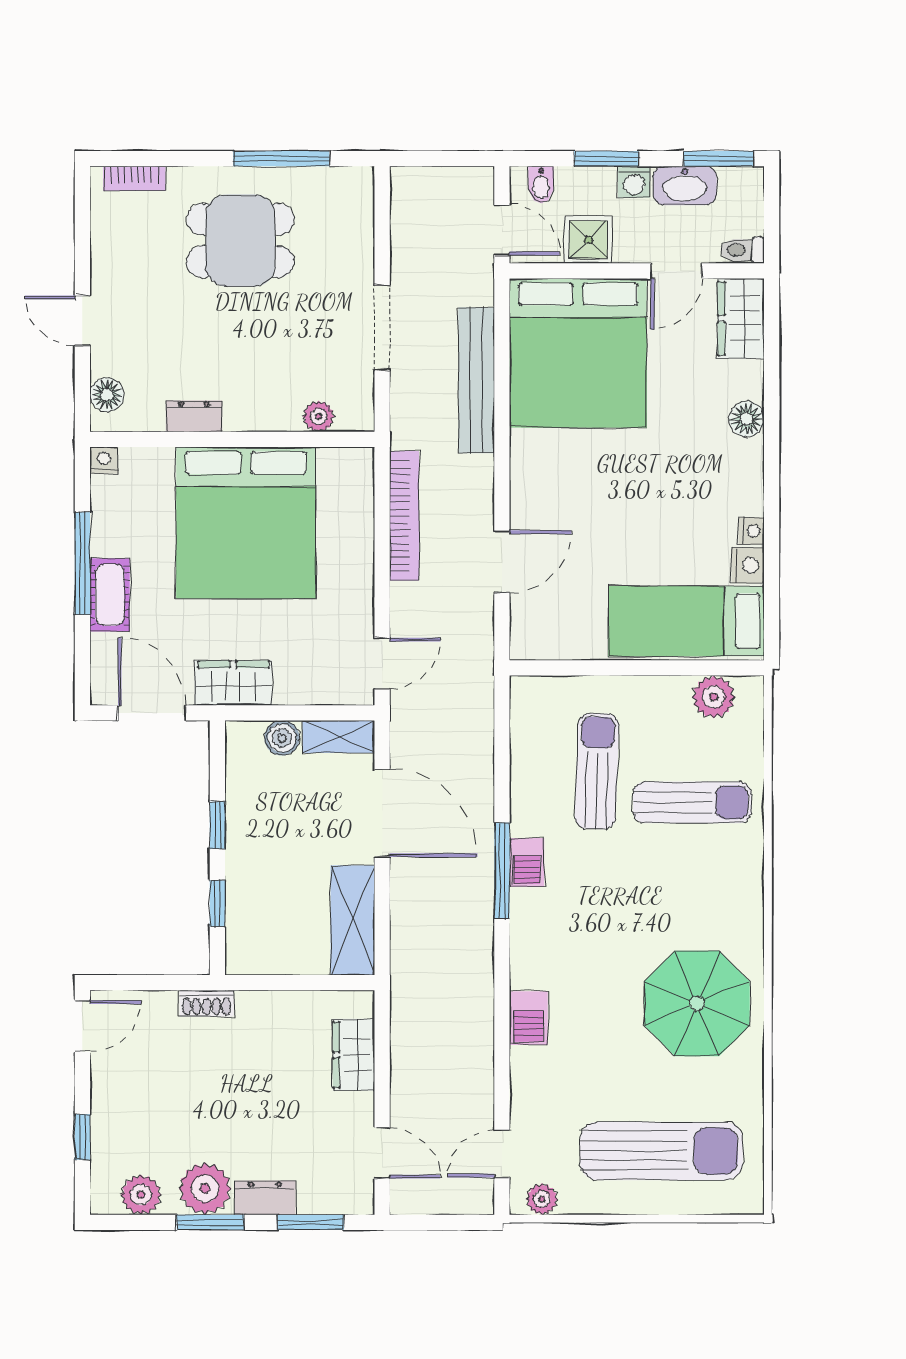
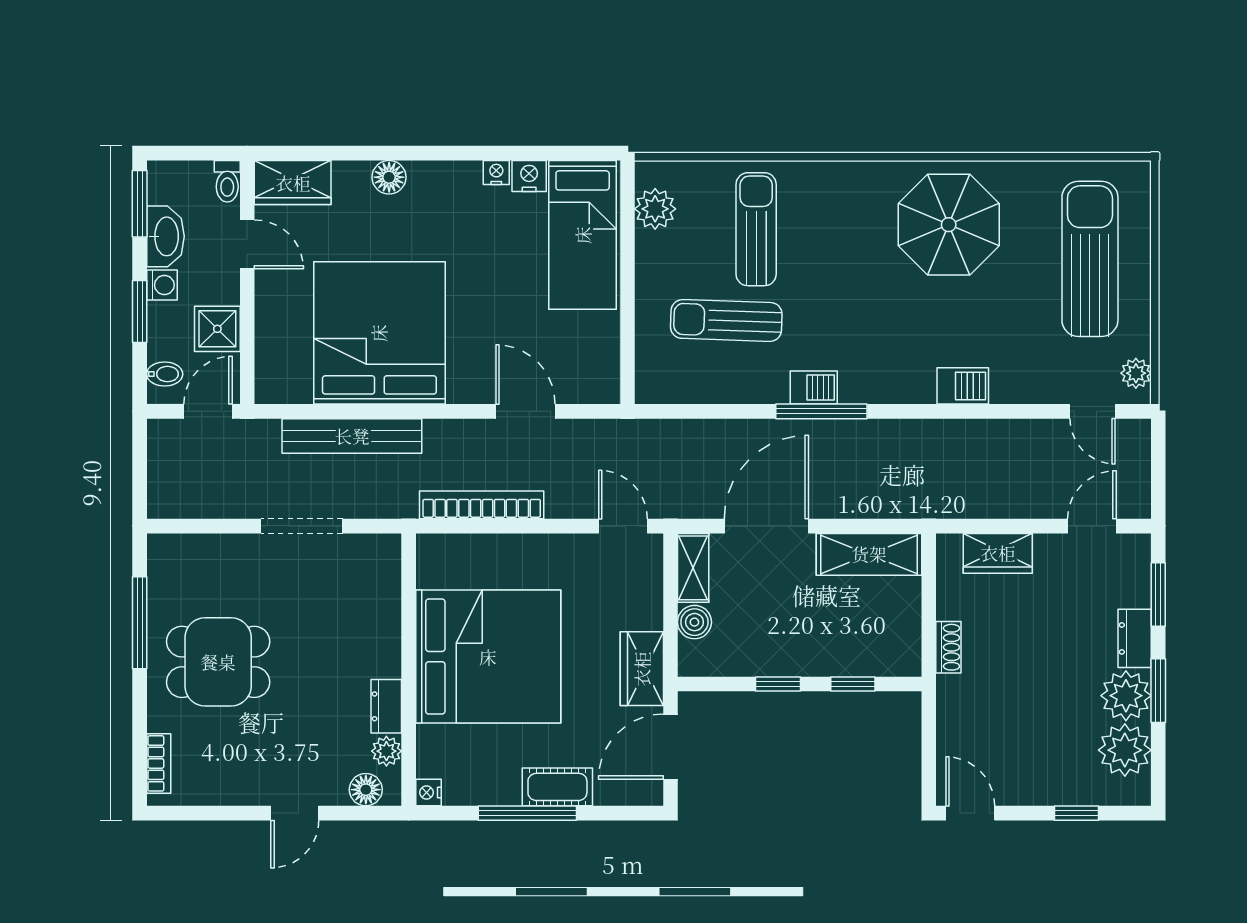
dining table: (240, 240) -> (218, 662), turned 90
bed: (578, 353) -> (379, 333), moved, turned -90
plant: (319, 416) -> (386, 751), moved
shoe rack: (207, 1003) -> (948, 647), moved
plant: (141, 1195) -> (1125, 750), width x1.36, depth x1.36

